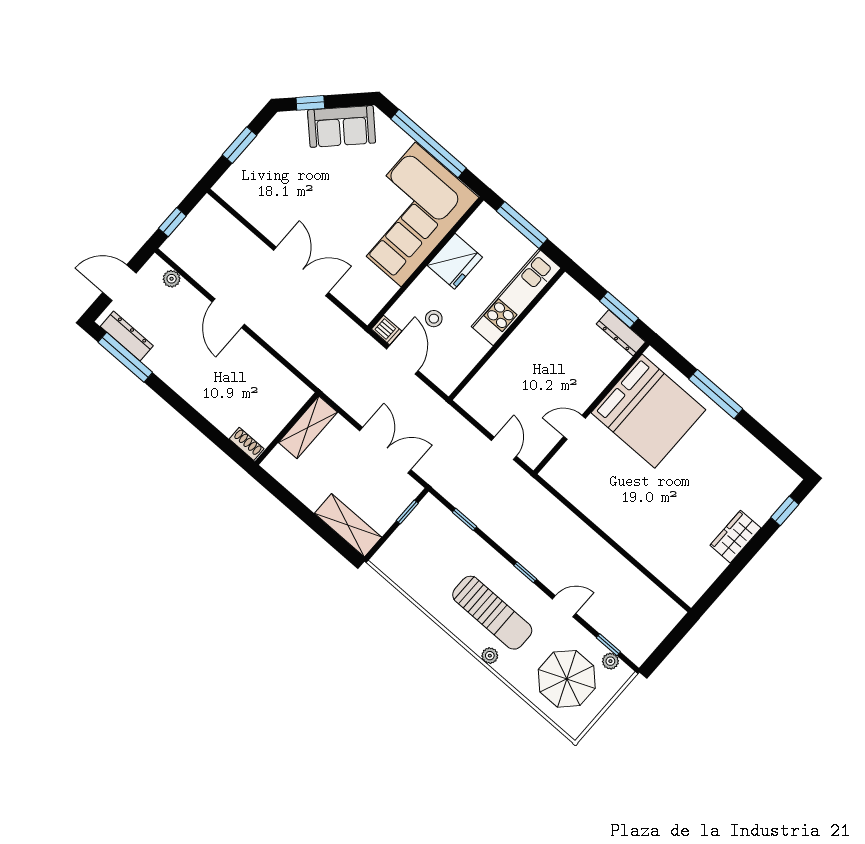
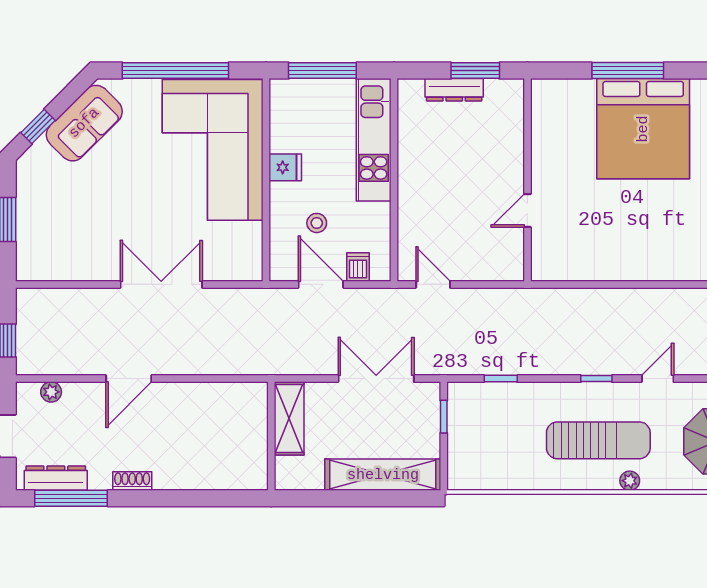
fridge: (455, 261) -> (285, 167), width x0.53, depth x0.75
door: (228, 313) -> (129, 379), hinge flipped
dishwasher: (387, 330) -> (358, 267), moved, turned -90
dresser: (621, 333) -> (454, 90), moved
bed: (648, 411) -> (643, 129), moved, turned 90
shoe rack: (247, 444) -> (132, 481), moved
door: (504, 448) -> (433, 284), moved
shelving: (348, 525) -> (383, 475), width x1.47

